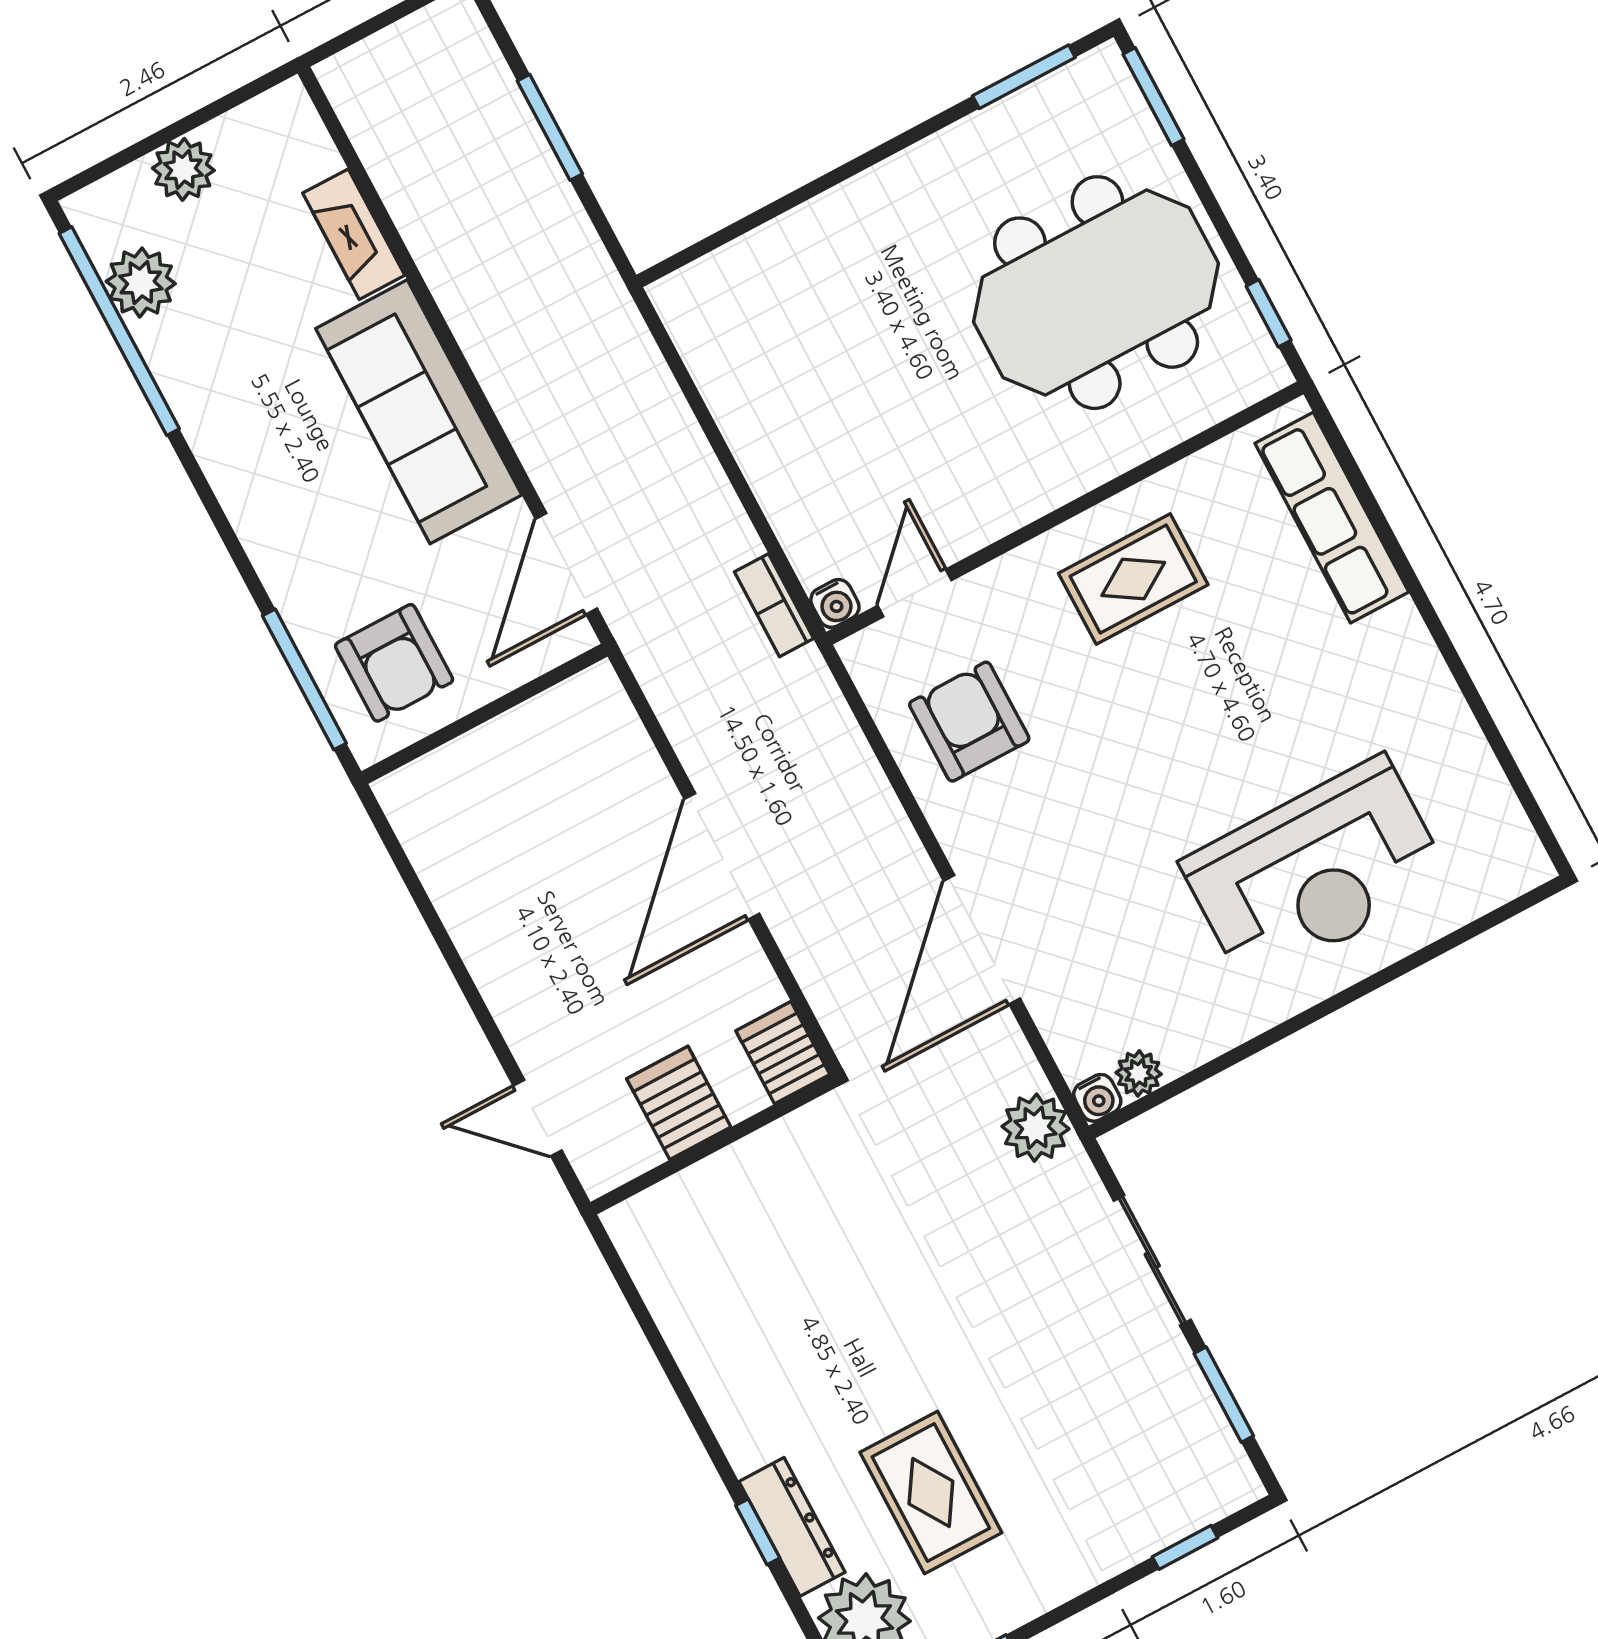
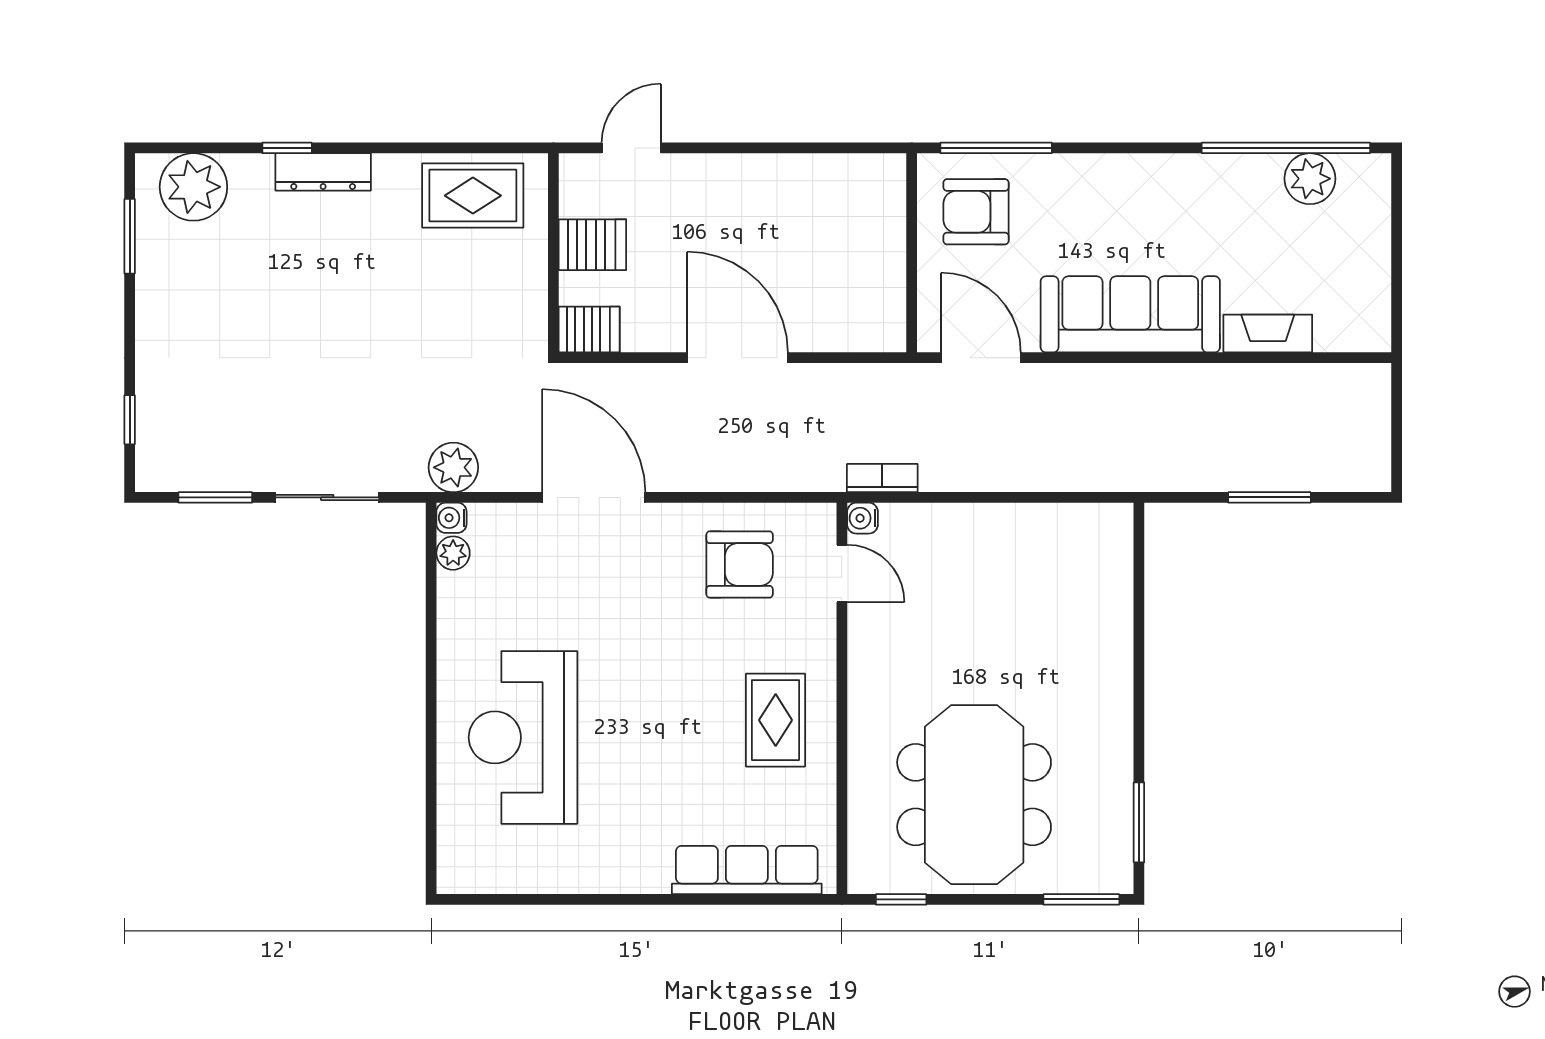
plant: (183, 169) -> (1369, 245), removed
rug: (931, 1492) -> (473, 196), moved
dresser: (792, 1527) -> (323, 172), moved

